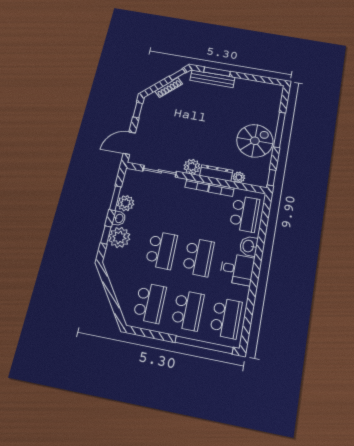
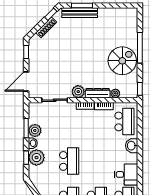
school desk: (198, 257) -> (97, 161), removed
desk: (237, 269) -> (126, 174), moved

